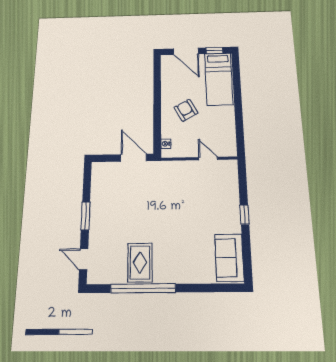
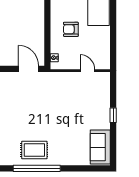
armchair: (186, 110) -> (71, 29), turned -61
rug: (140, 262) -> (34, 150), turned 90

